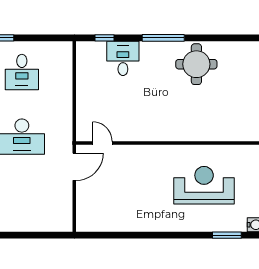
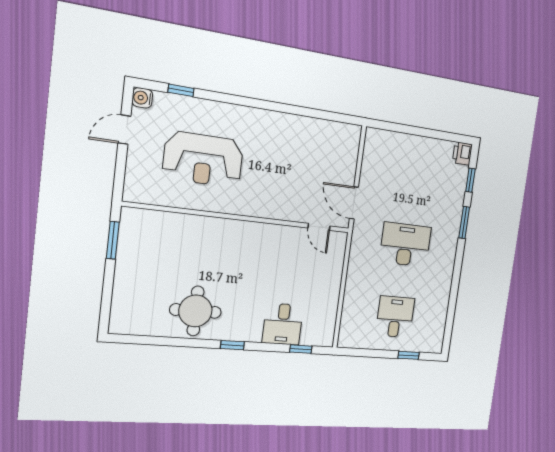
window: (163, 38) -> (232, 345), width x0.46
door: (74, 167) -> (354, 203), hinge flipped
window: (227, 235) -> (181, 90), width x0.67

